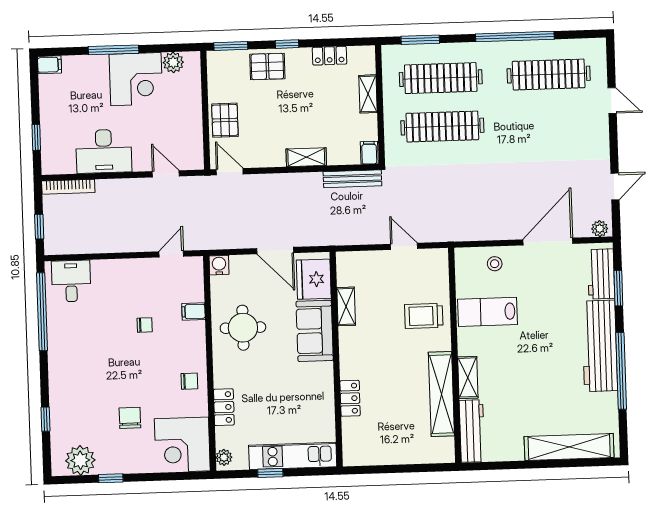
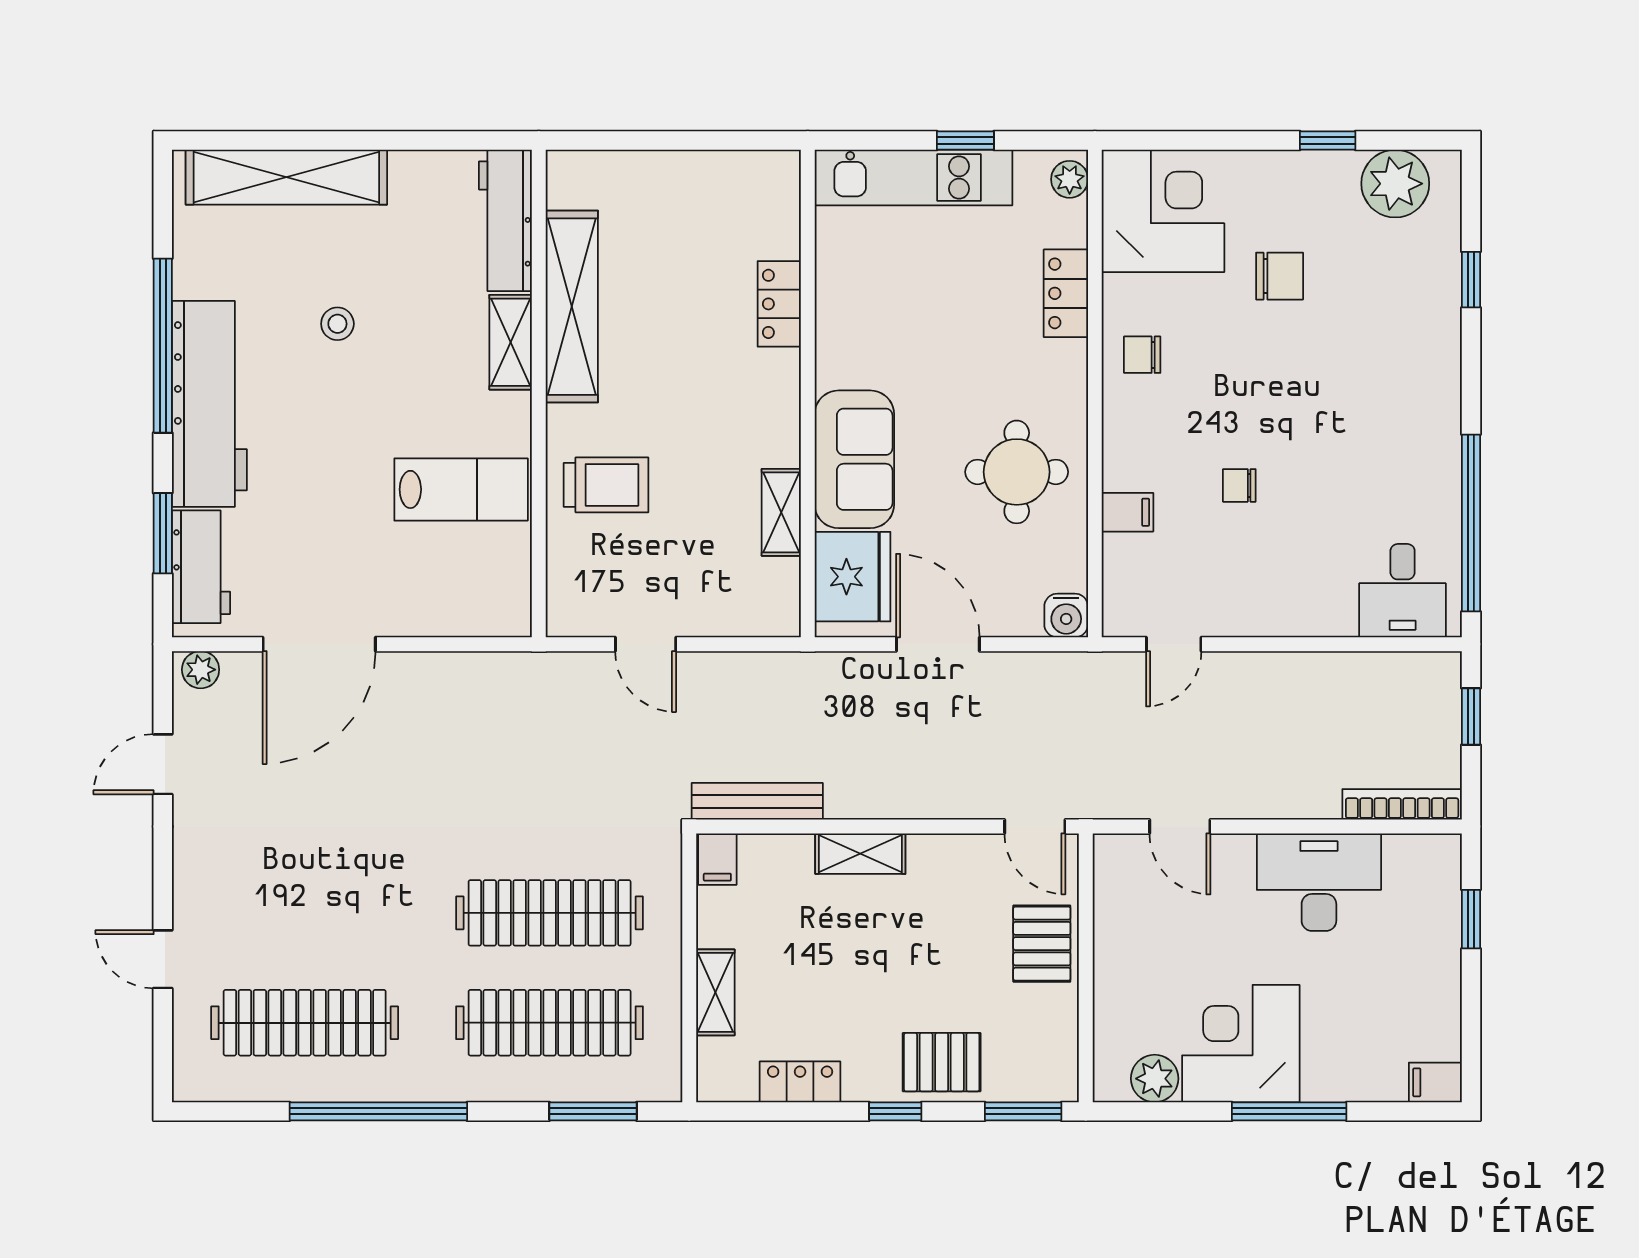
stool: (495, 264) -> (337, 324), moved
chair: (130, 418) -> (1280, 276), turned -90

